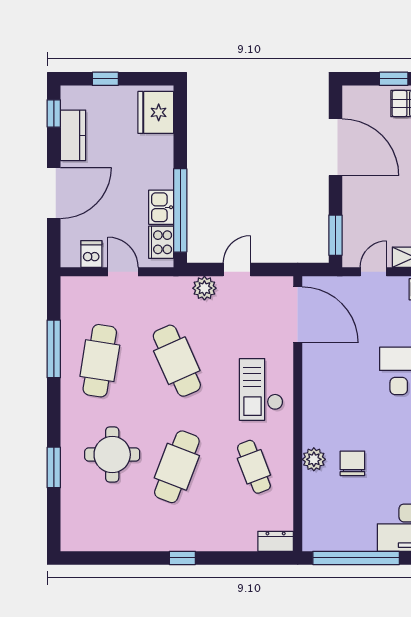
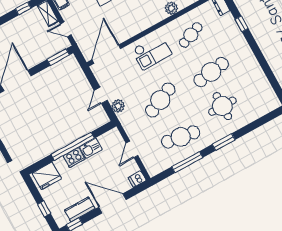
window: (180, 210) -> (73, 146), moved
cooker: (161, 242) -> (74, 157), moved
dishwasher: (91, 254) -> (137, 179), moved
door: (237, 270) -> (101, 95), hinge flipped
window: (54, 467) -> (224, 142), moved
cafe table: (177, 467) -> (211, 72), turned -30
window: (182, 558) -> (242, 24), moved

